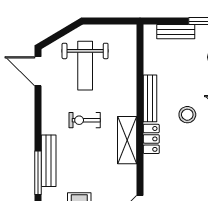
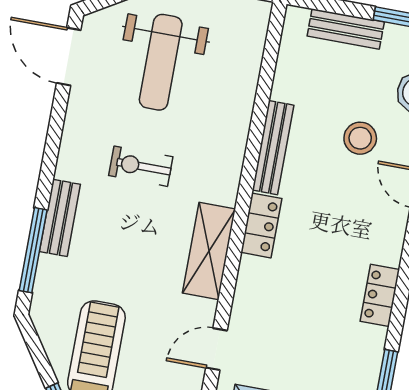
stool: (187, 115) -> (360, 138), moved
shelving: (127, 140) -> (209, 251), moved
bench: (49, 161) -> (60, 218), width x0.73

